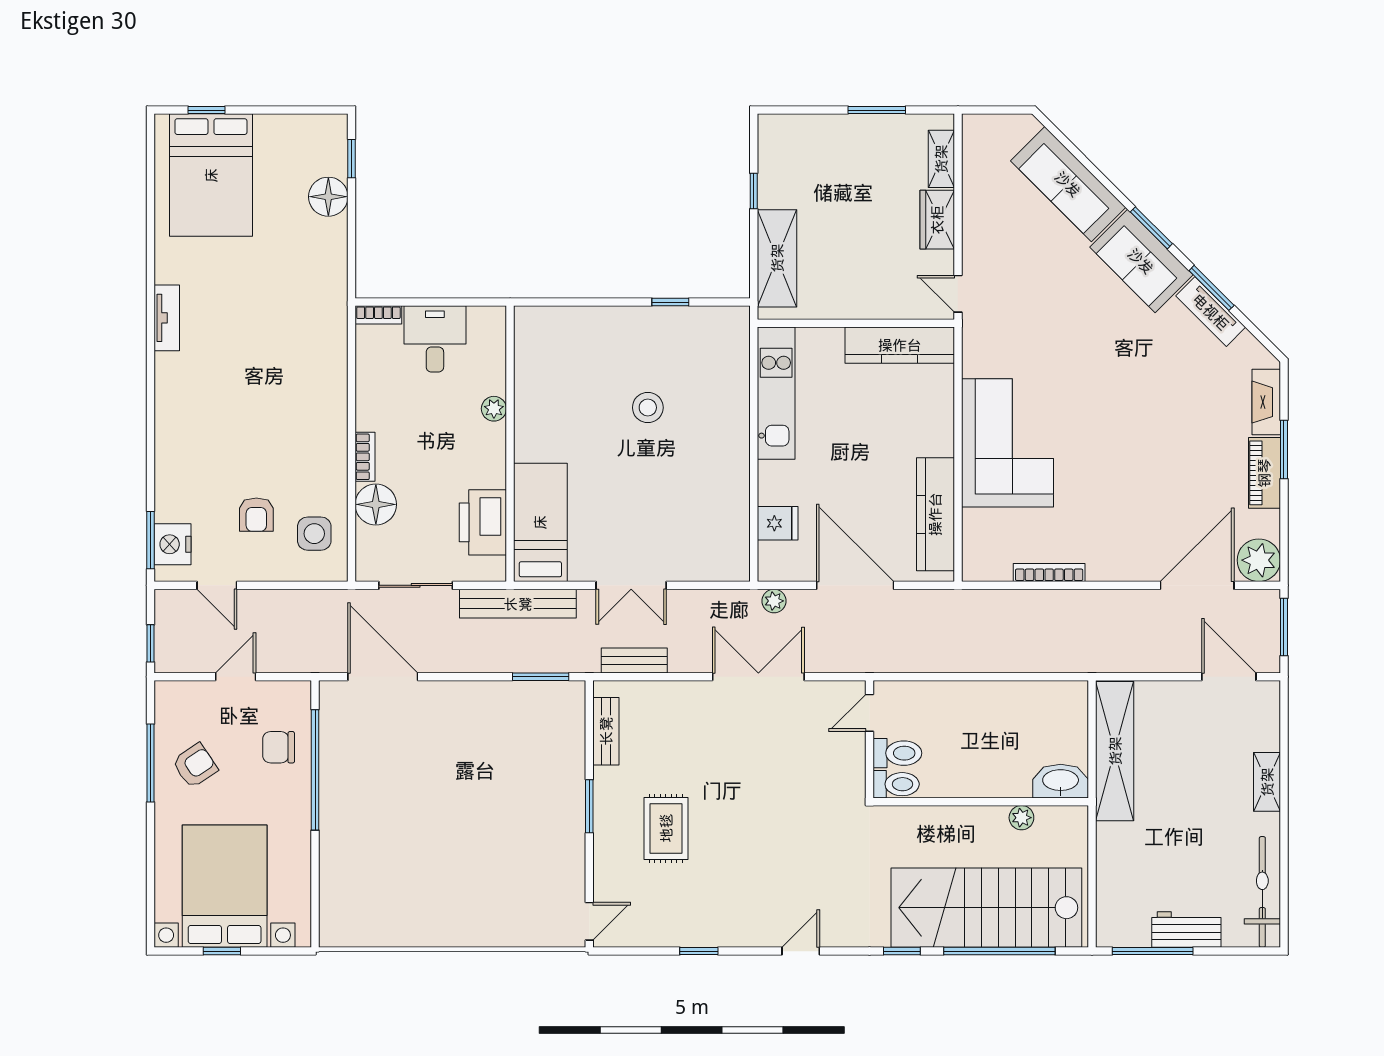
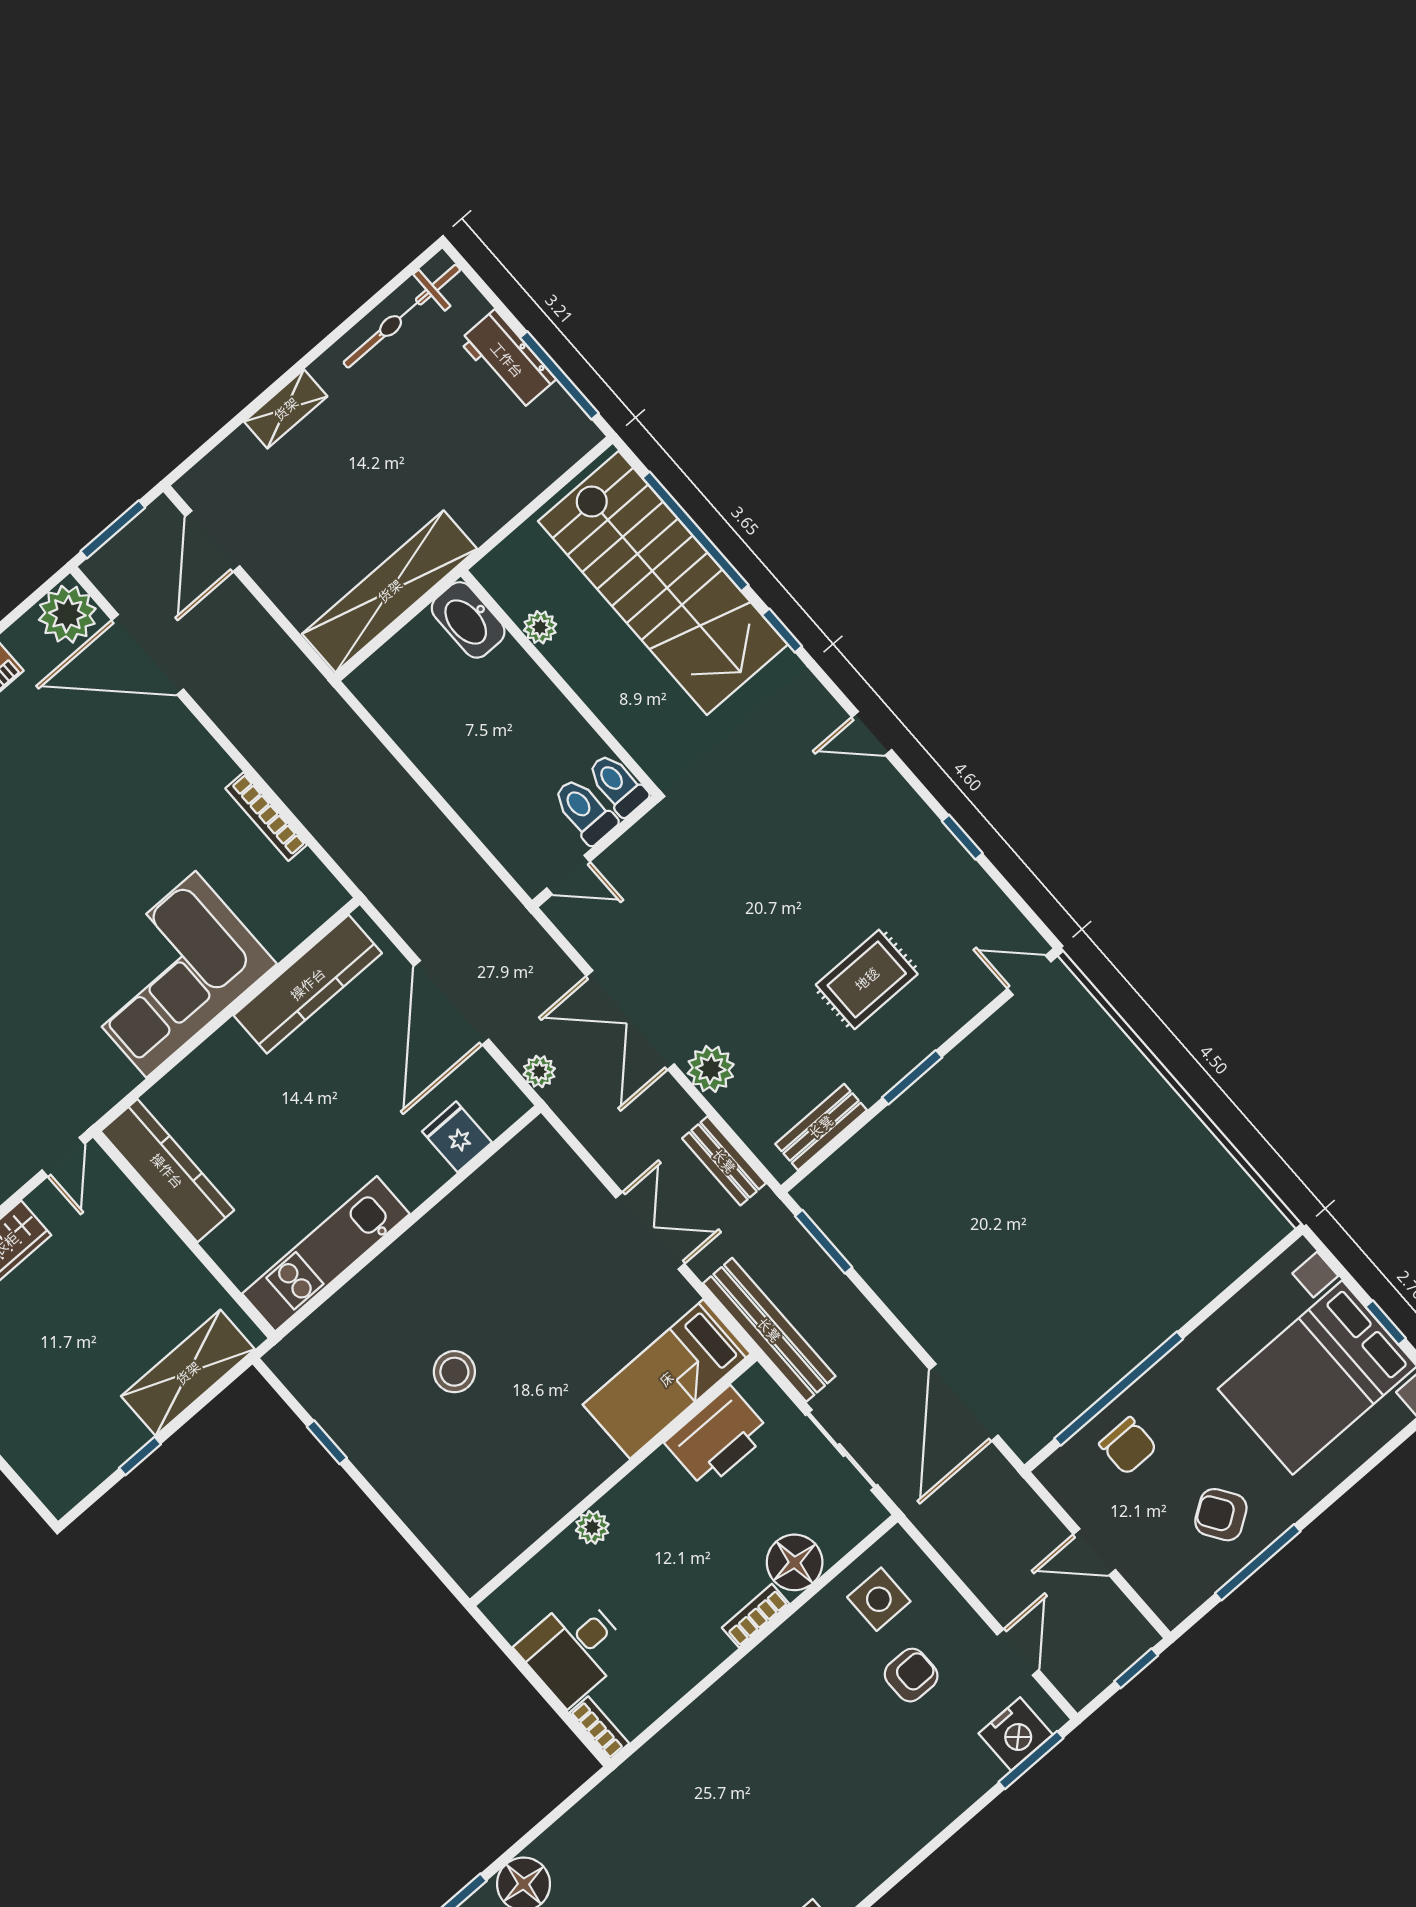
plant: (692, 698) -> (711, 1069), added

